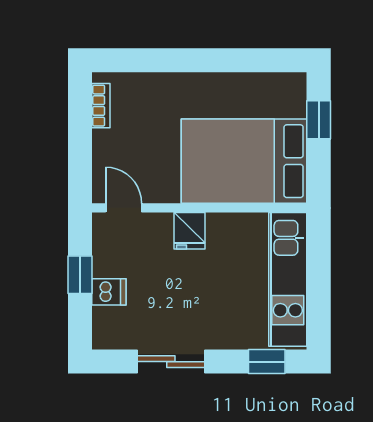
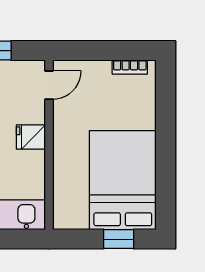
bed: (244, 161) -> (123, 180), moved

